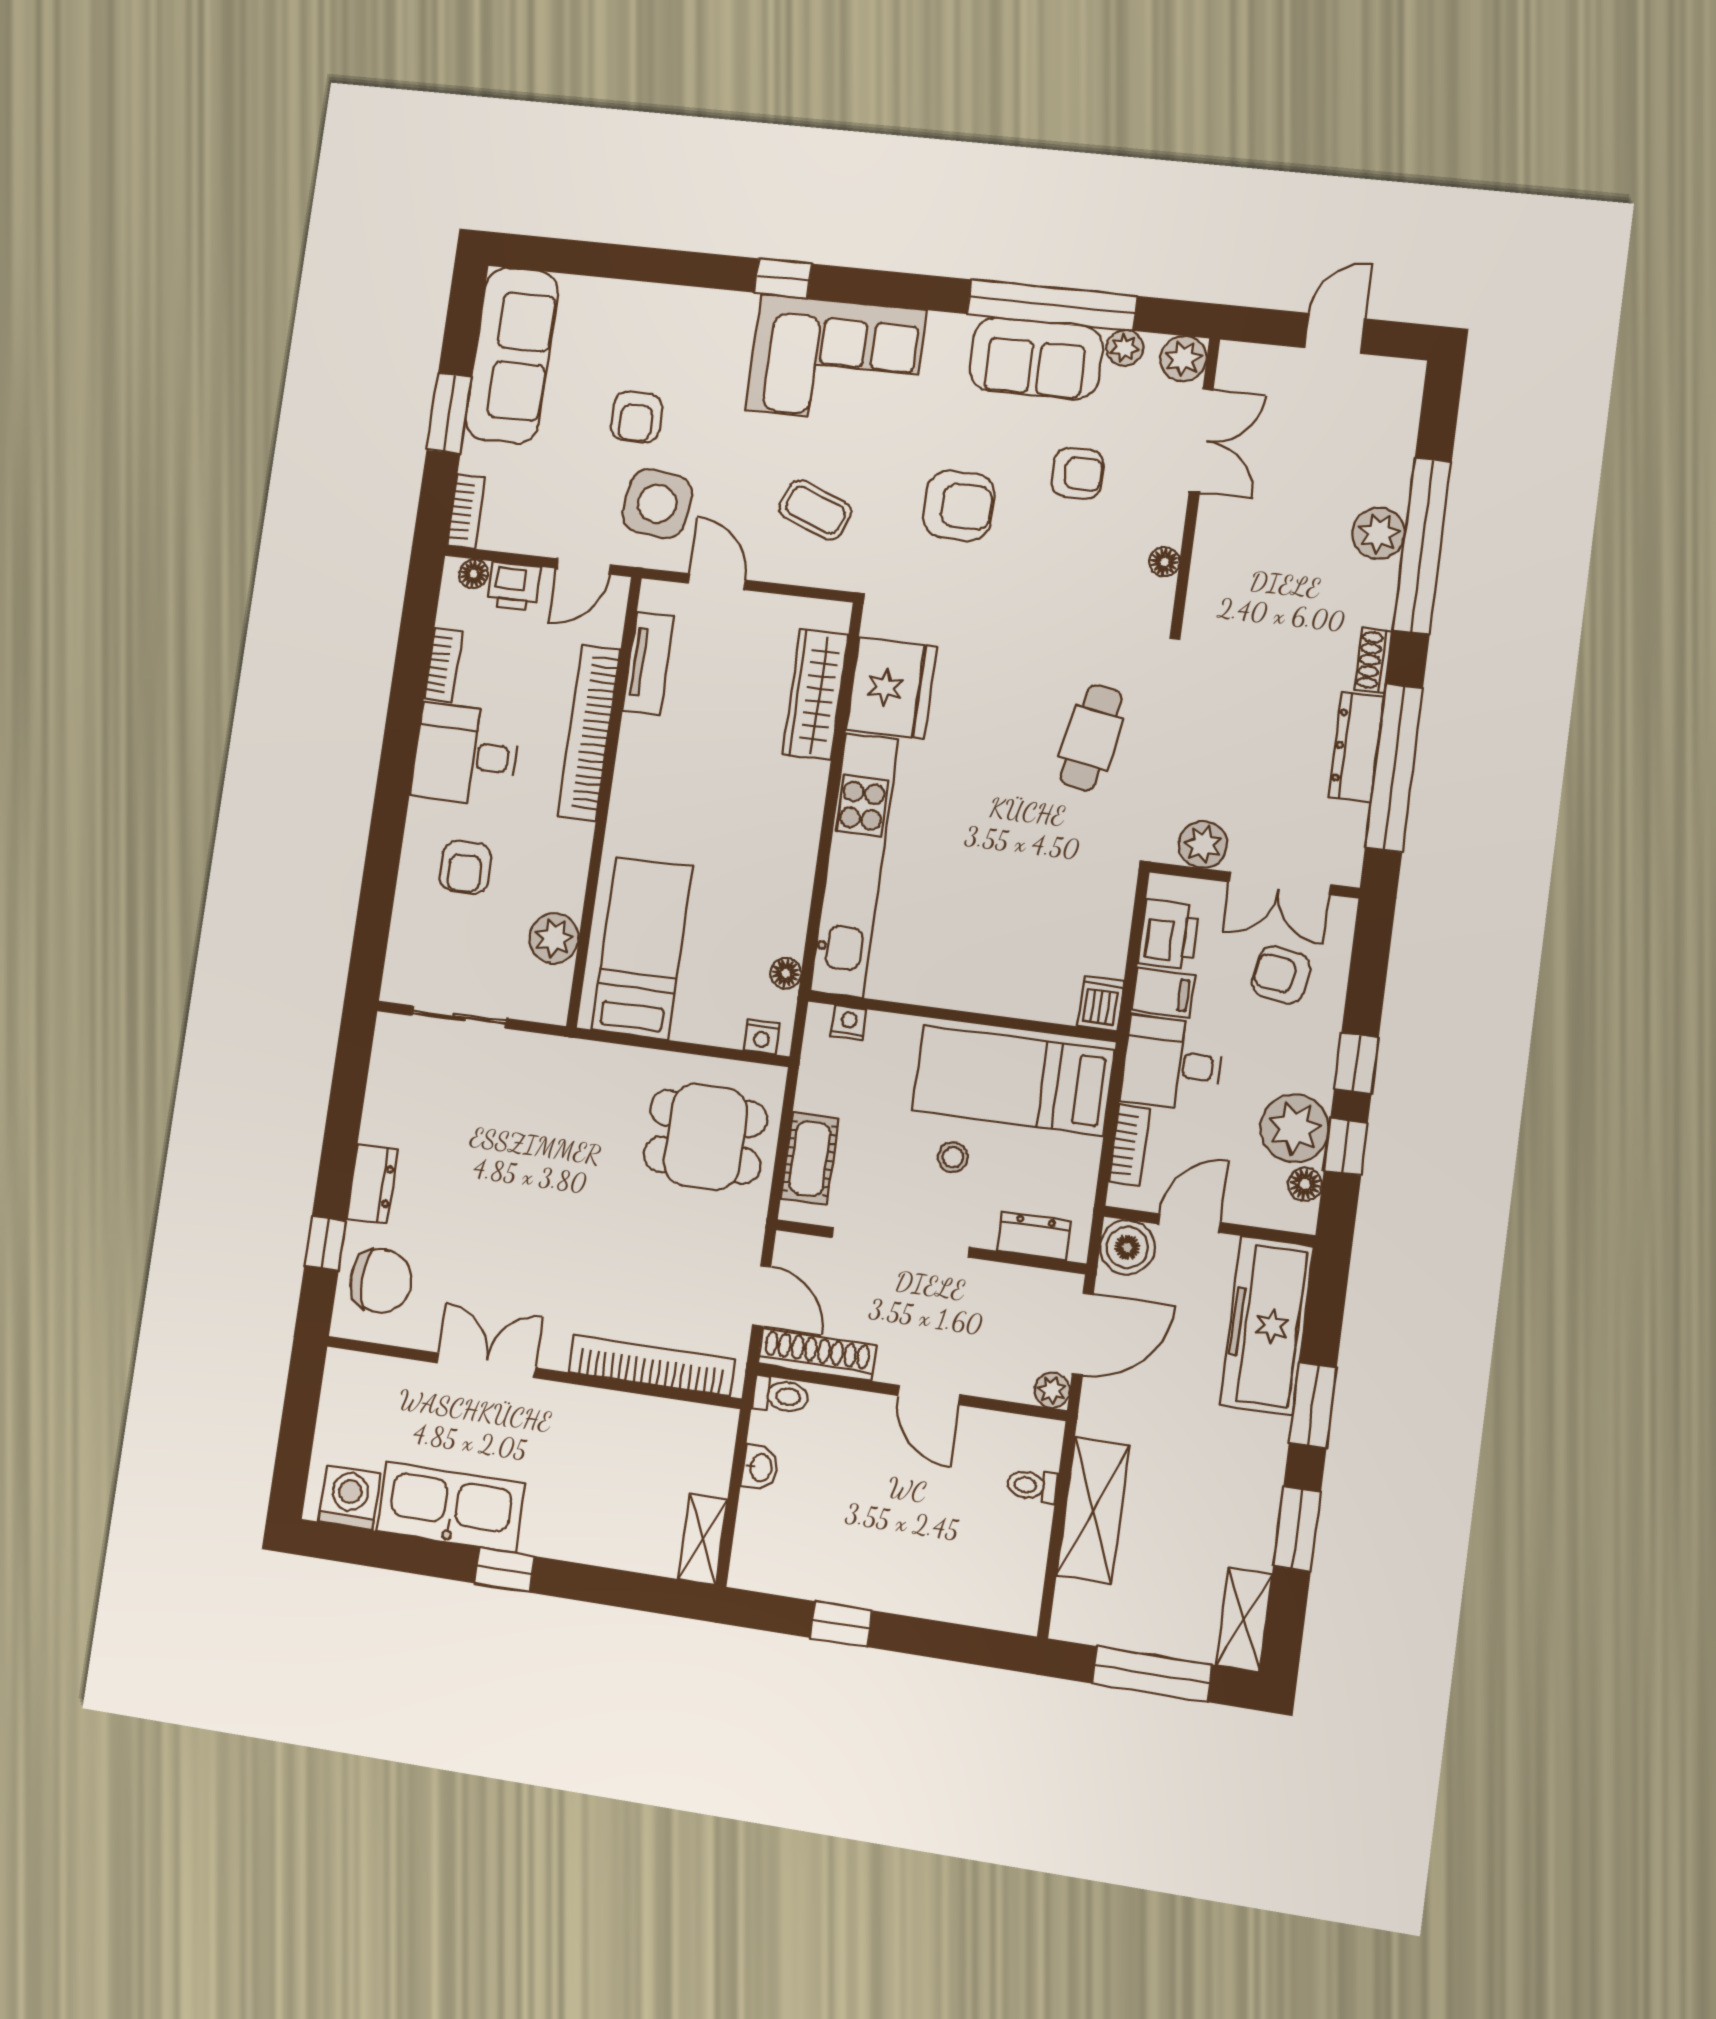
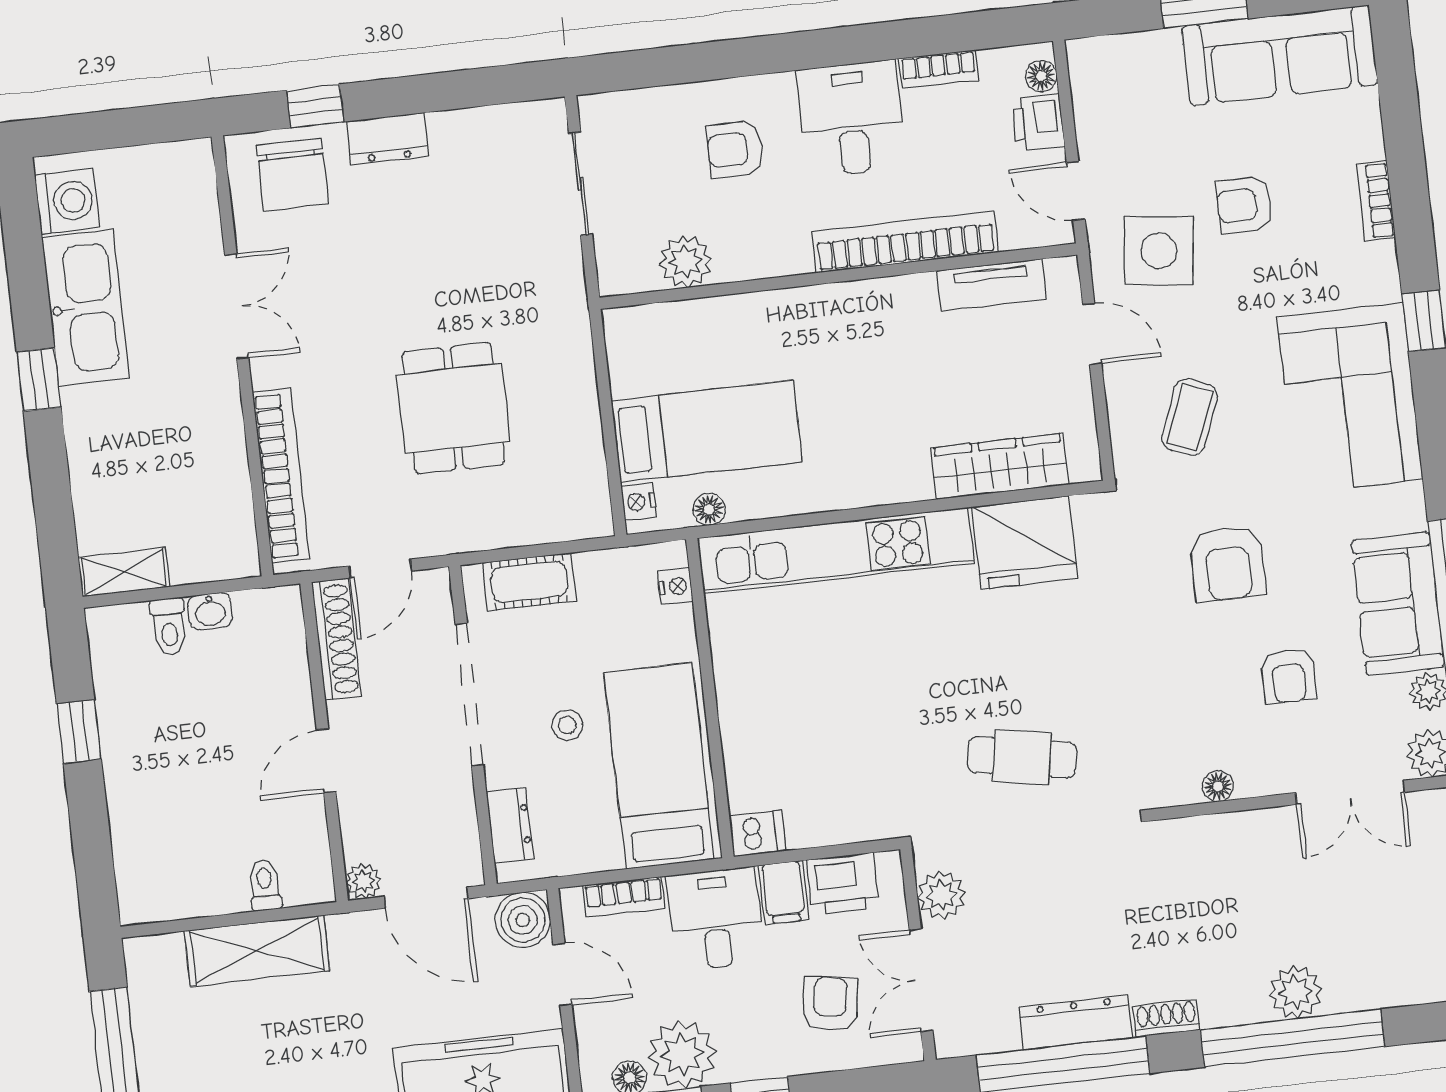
bookcase: (466, 511) -> (1376, 201), moved, turned 90
door: (717, 582) -> (1092, 334), hinge flipped
bed: (642, 948) -> (707, 431), moved
dining table: (705, 1137) -> (453, 408), moved
toilet: (780, 1396) -> (169, 627), moved

